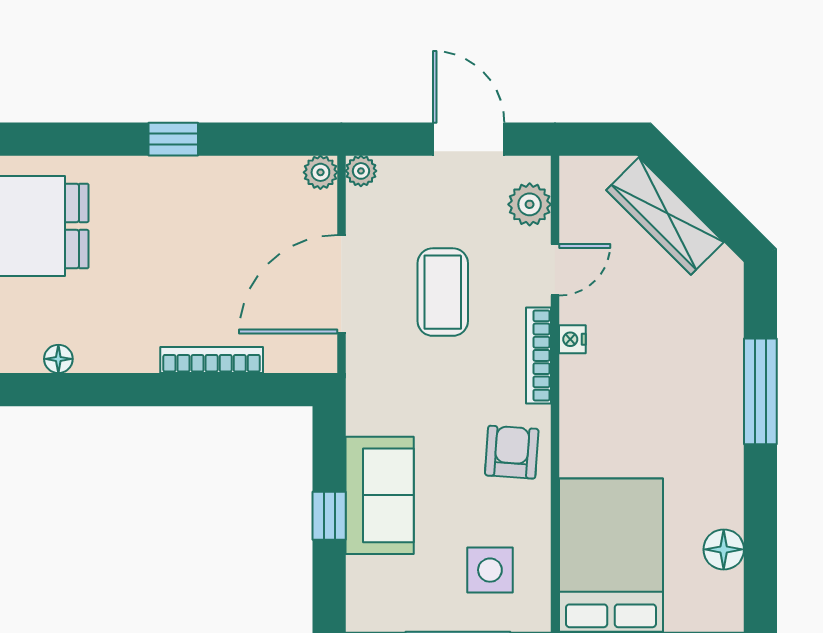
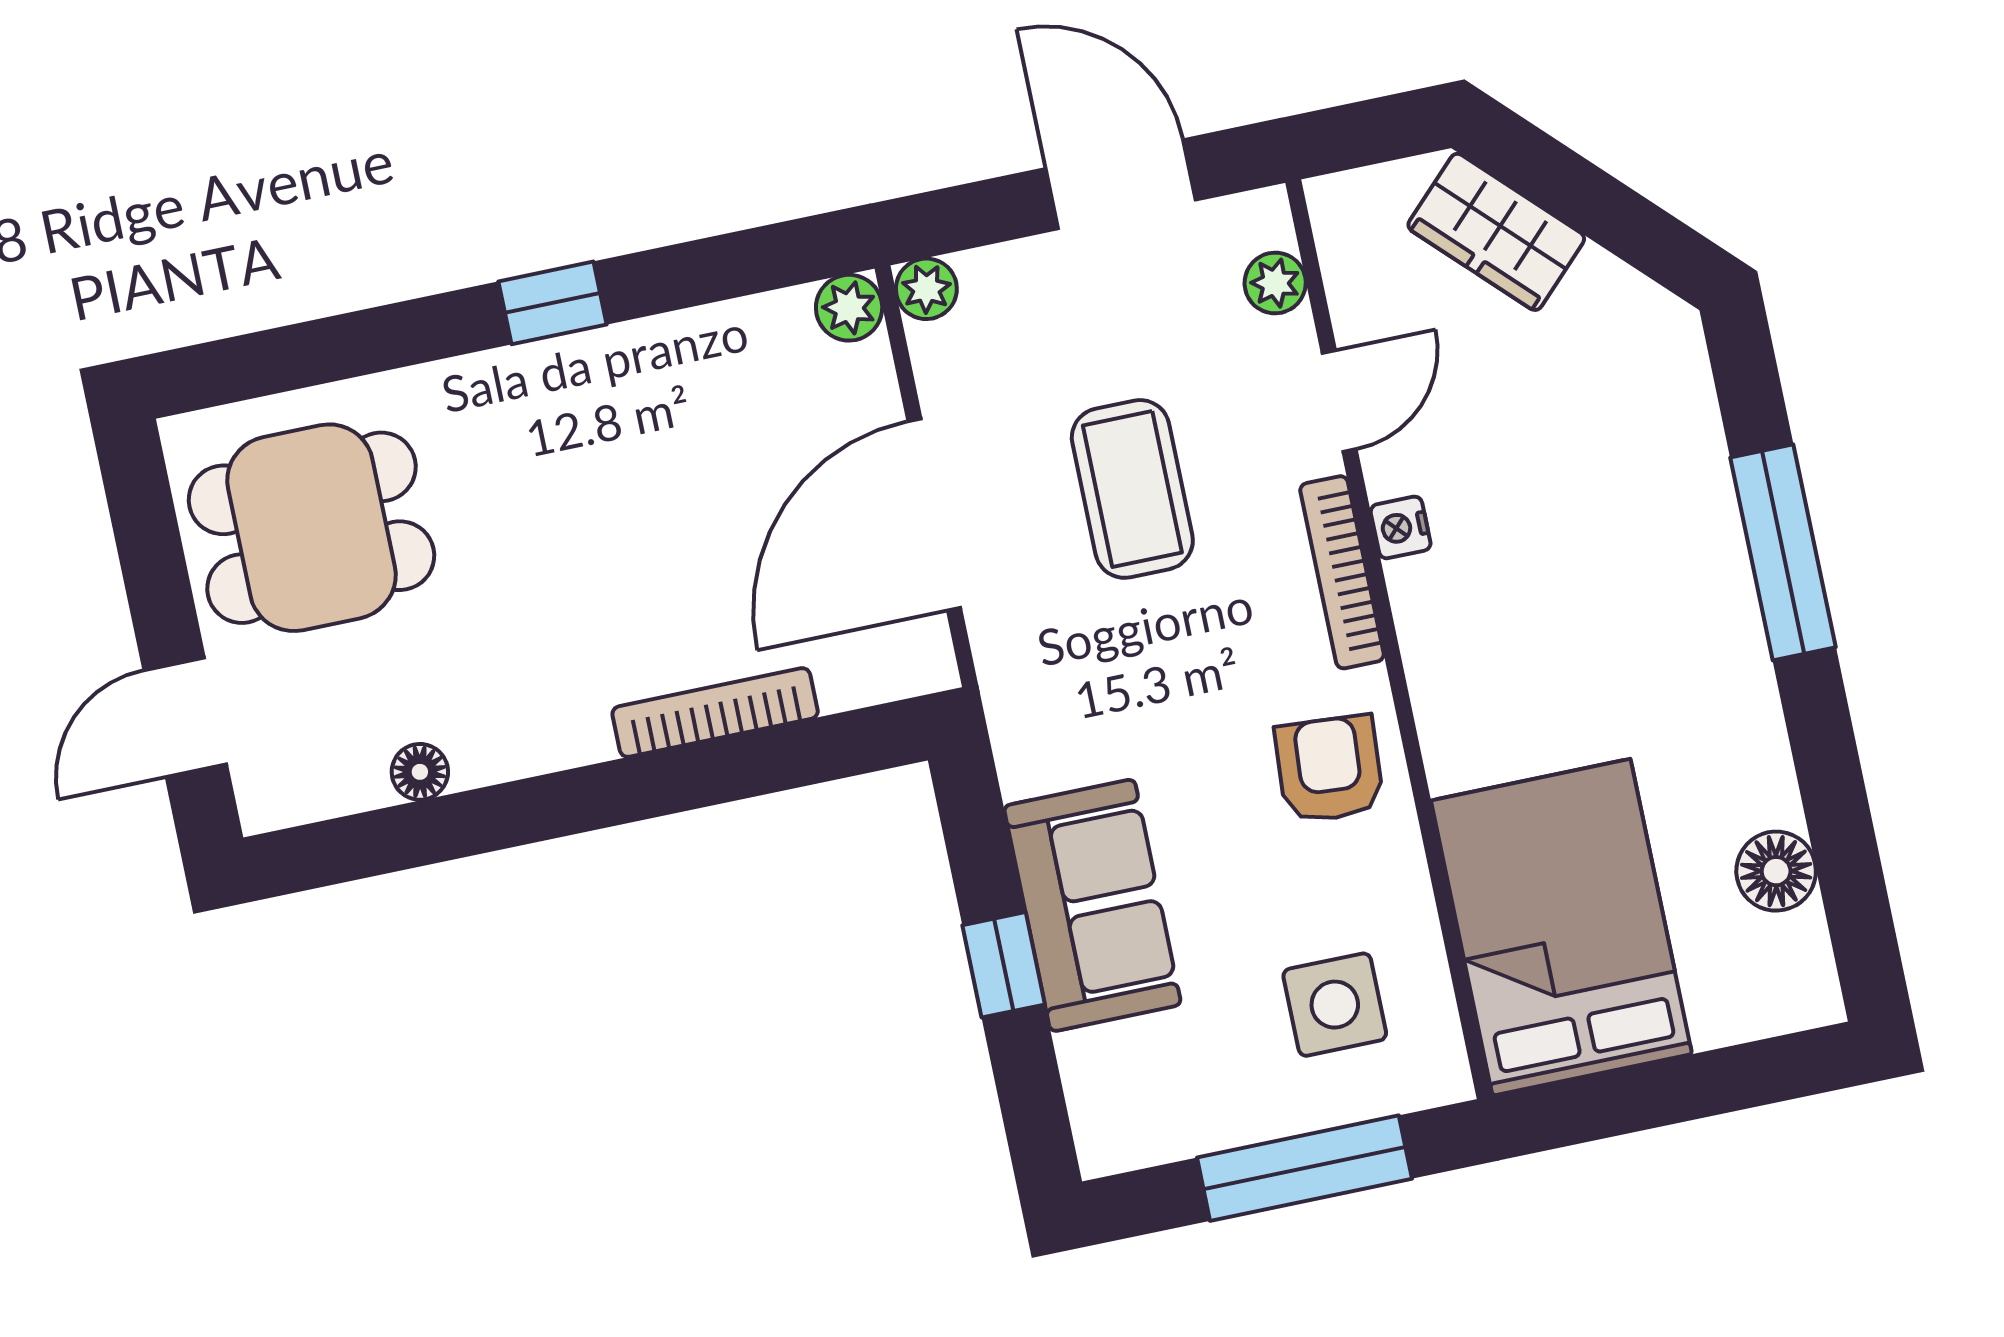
plant: (530, 204) -> (1275, 283), width x0.73, depth x0.73
wardrobe: (665, 216) -> (1496, 232), width x0.67

